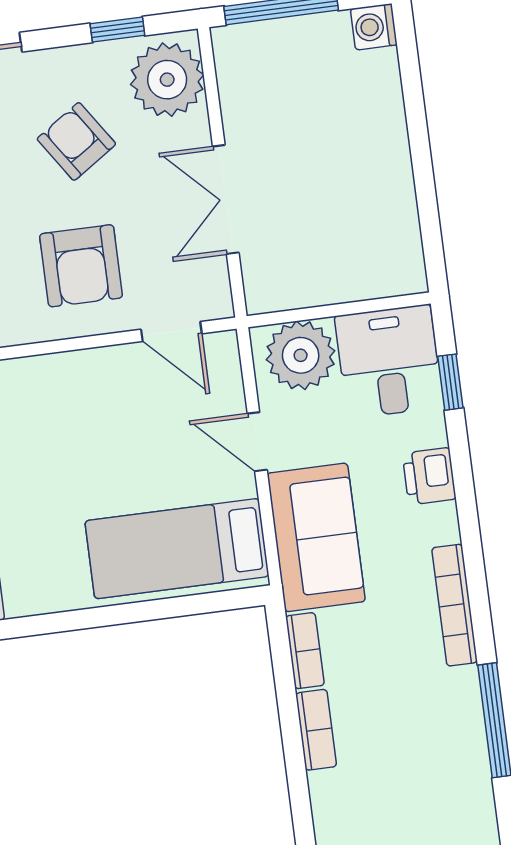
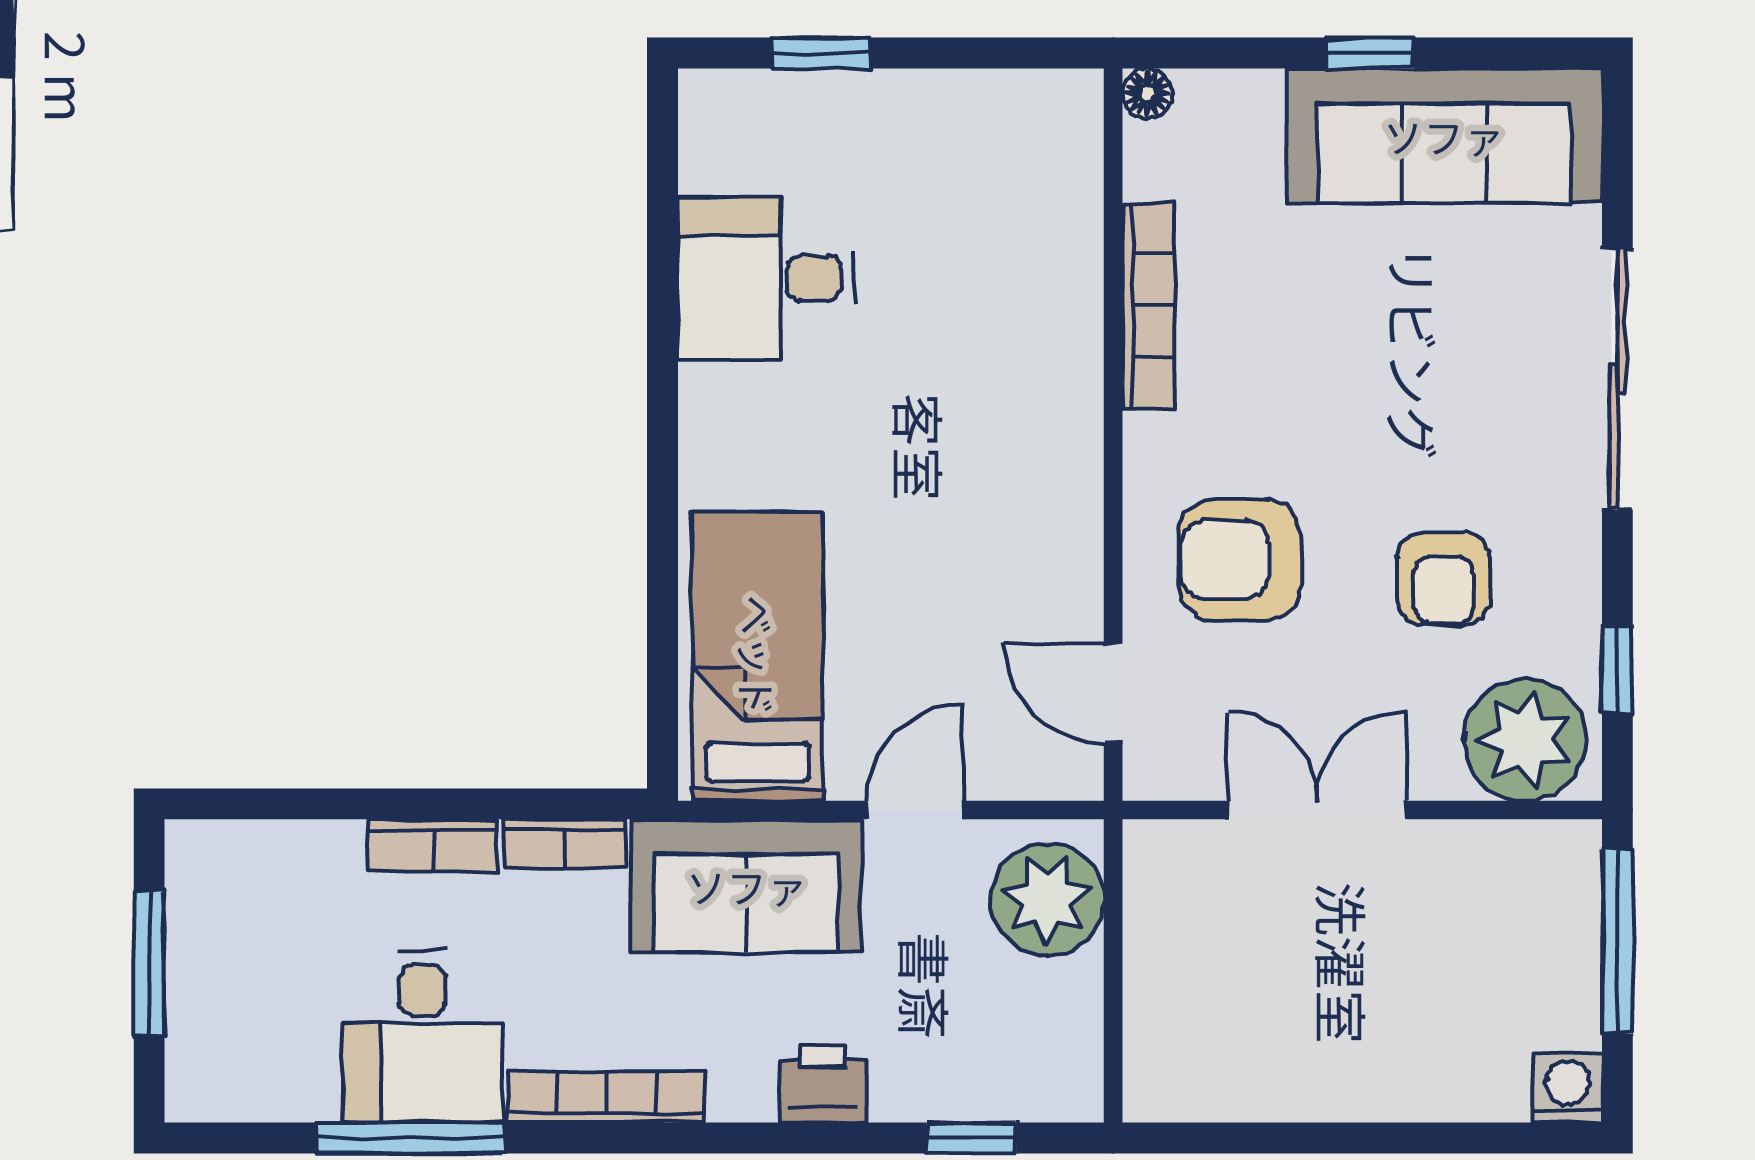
armchair: (76, 141) -> (1443, 579), turned 124
door: (171, 332) -> (1113, 693), hinge flipped
desk: (389, 362) -> (422, 1037), moved, turned 90

